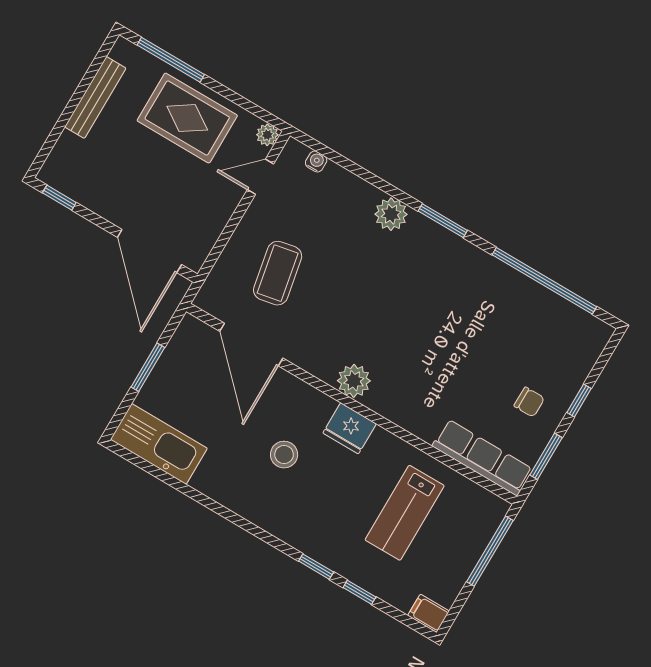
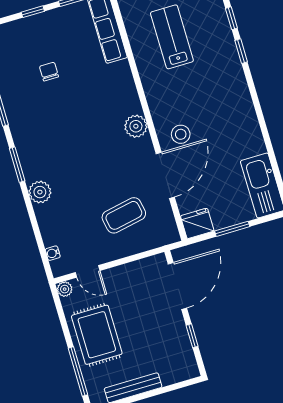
window: (59, 198) -> (192, 336), moved
door: (251, 345) -> (165, 175), moved
chair: (529, 402) -> (49, 72), moved
fridge: (350, 428) -> (197, 223), moved, turned -90
stool: (284, 455) -> (181, 134), moved
lab bench: (405, 513) -> (172, 37), turned -90

